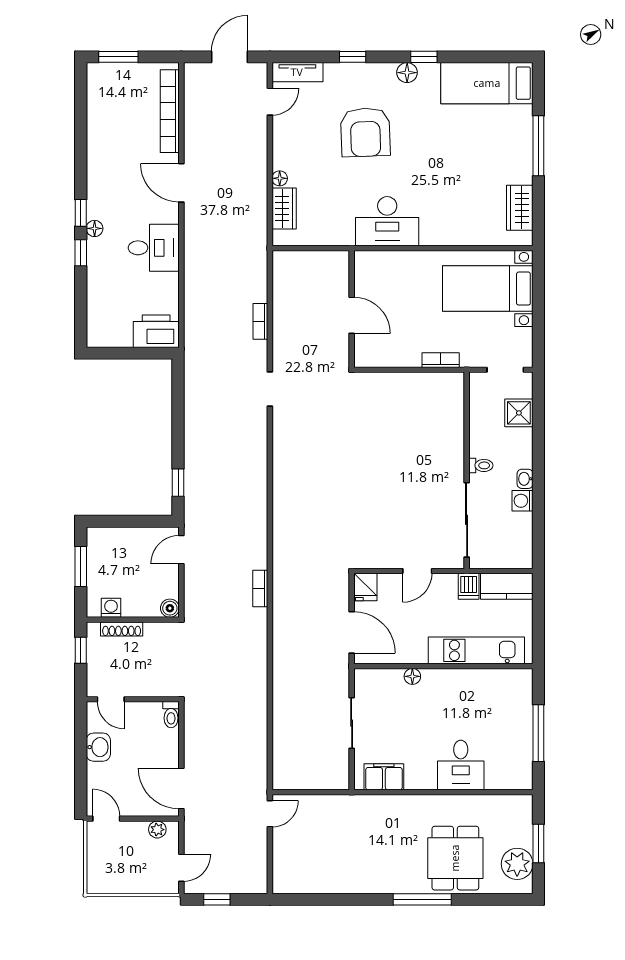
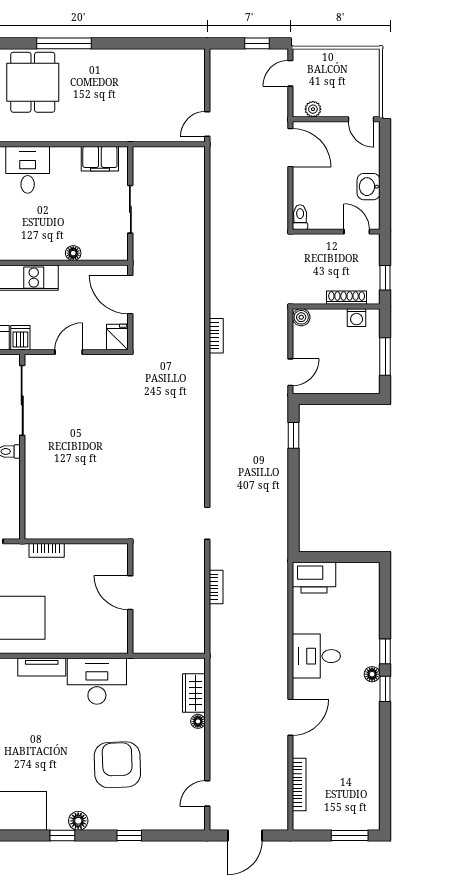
tv unit: (297, 72) -> (42, 667), moved, turned 180
bookcase: (170, 111) -> (299, 784), width x0.68, depth x0.76
door: (181, 183) -> (290, 717), hinge flipped

